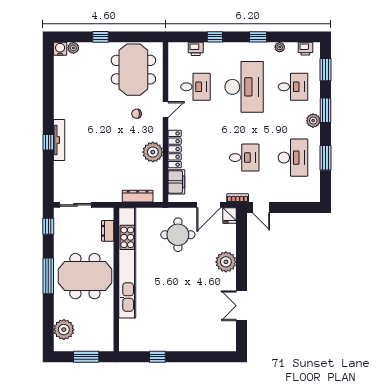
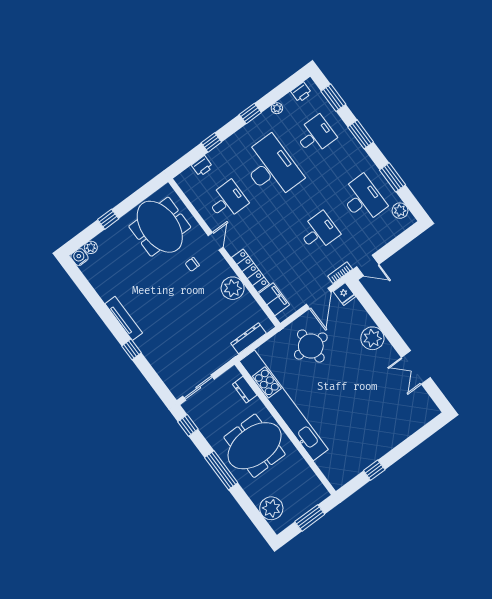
plant: (313, 121) -> (400, 211), moved
tv unit: (59, 140) -> (124, 318), moved

